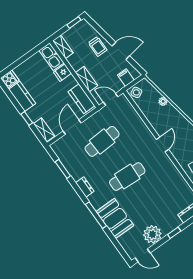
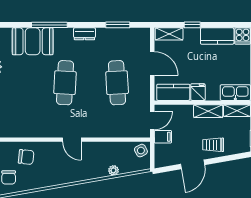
fridge: (62, 73) -> (198, 92), moved
filing cabinet: (126, 78) -> (163, 137), moved
shelving: (87, 79) -> (208, 111), moved

